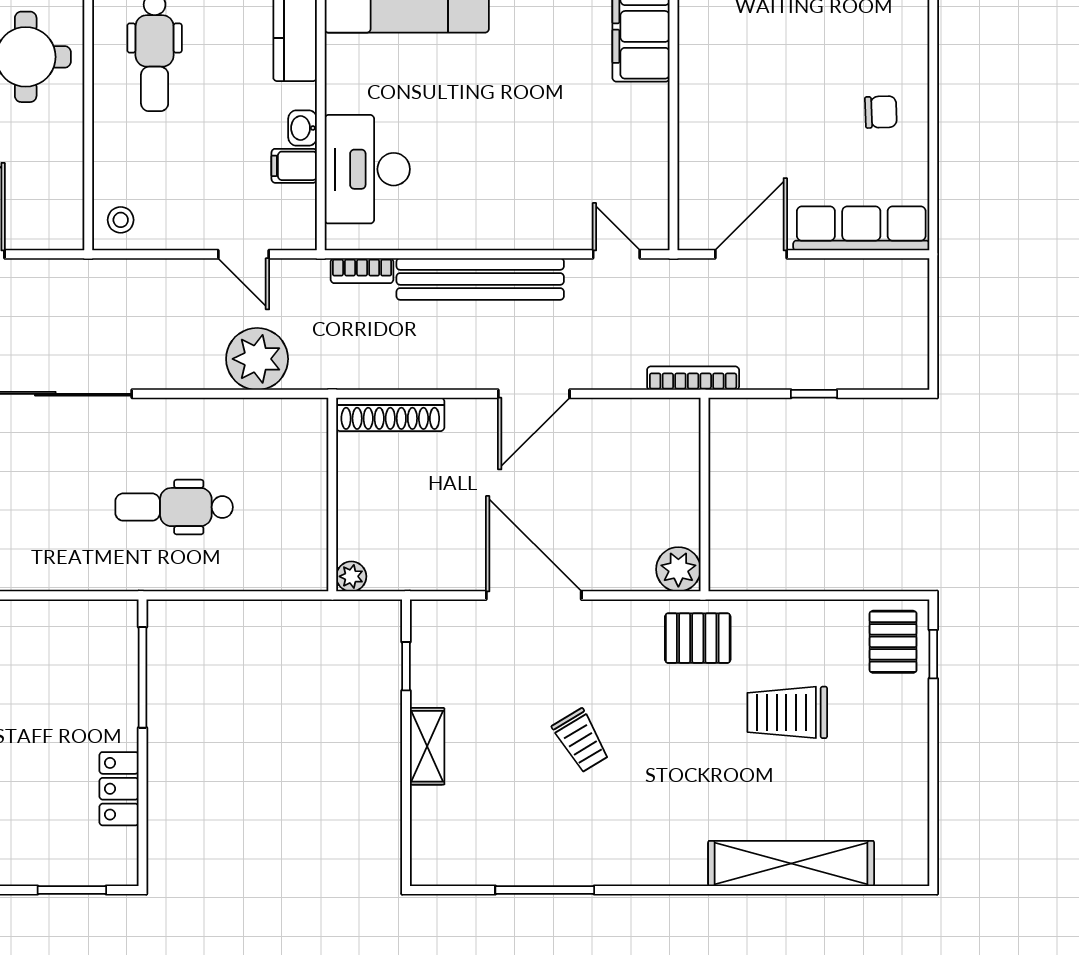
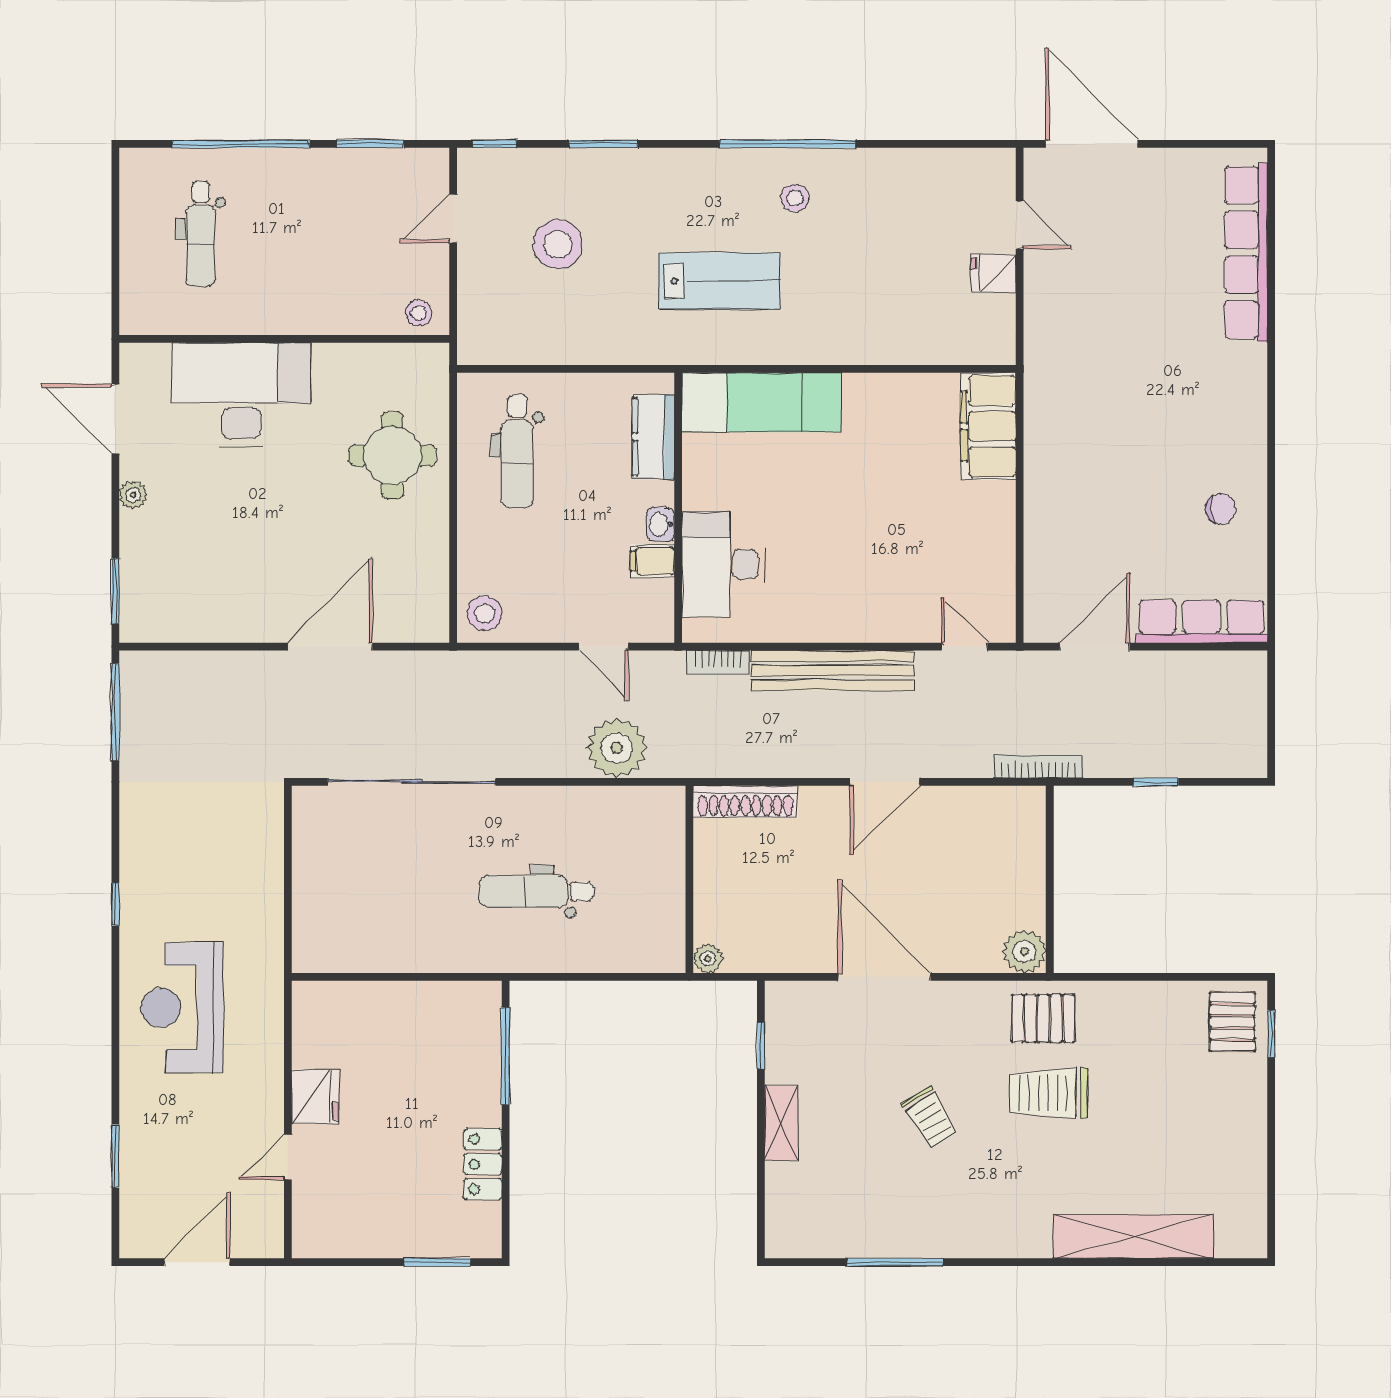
stool: (121, 220) -> (485, 613), width x1.37, depth x1.37
trolley: (787, 712) -> (1048, 1093), moved

